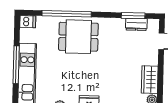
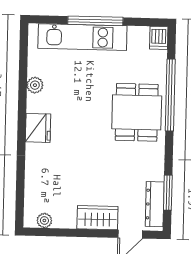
dresser: (136, 24) -> (155, 204), width x1.44
wardrobe: (150, 80) -> (97, 218), moved

